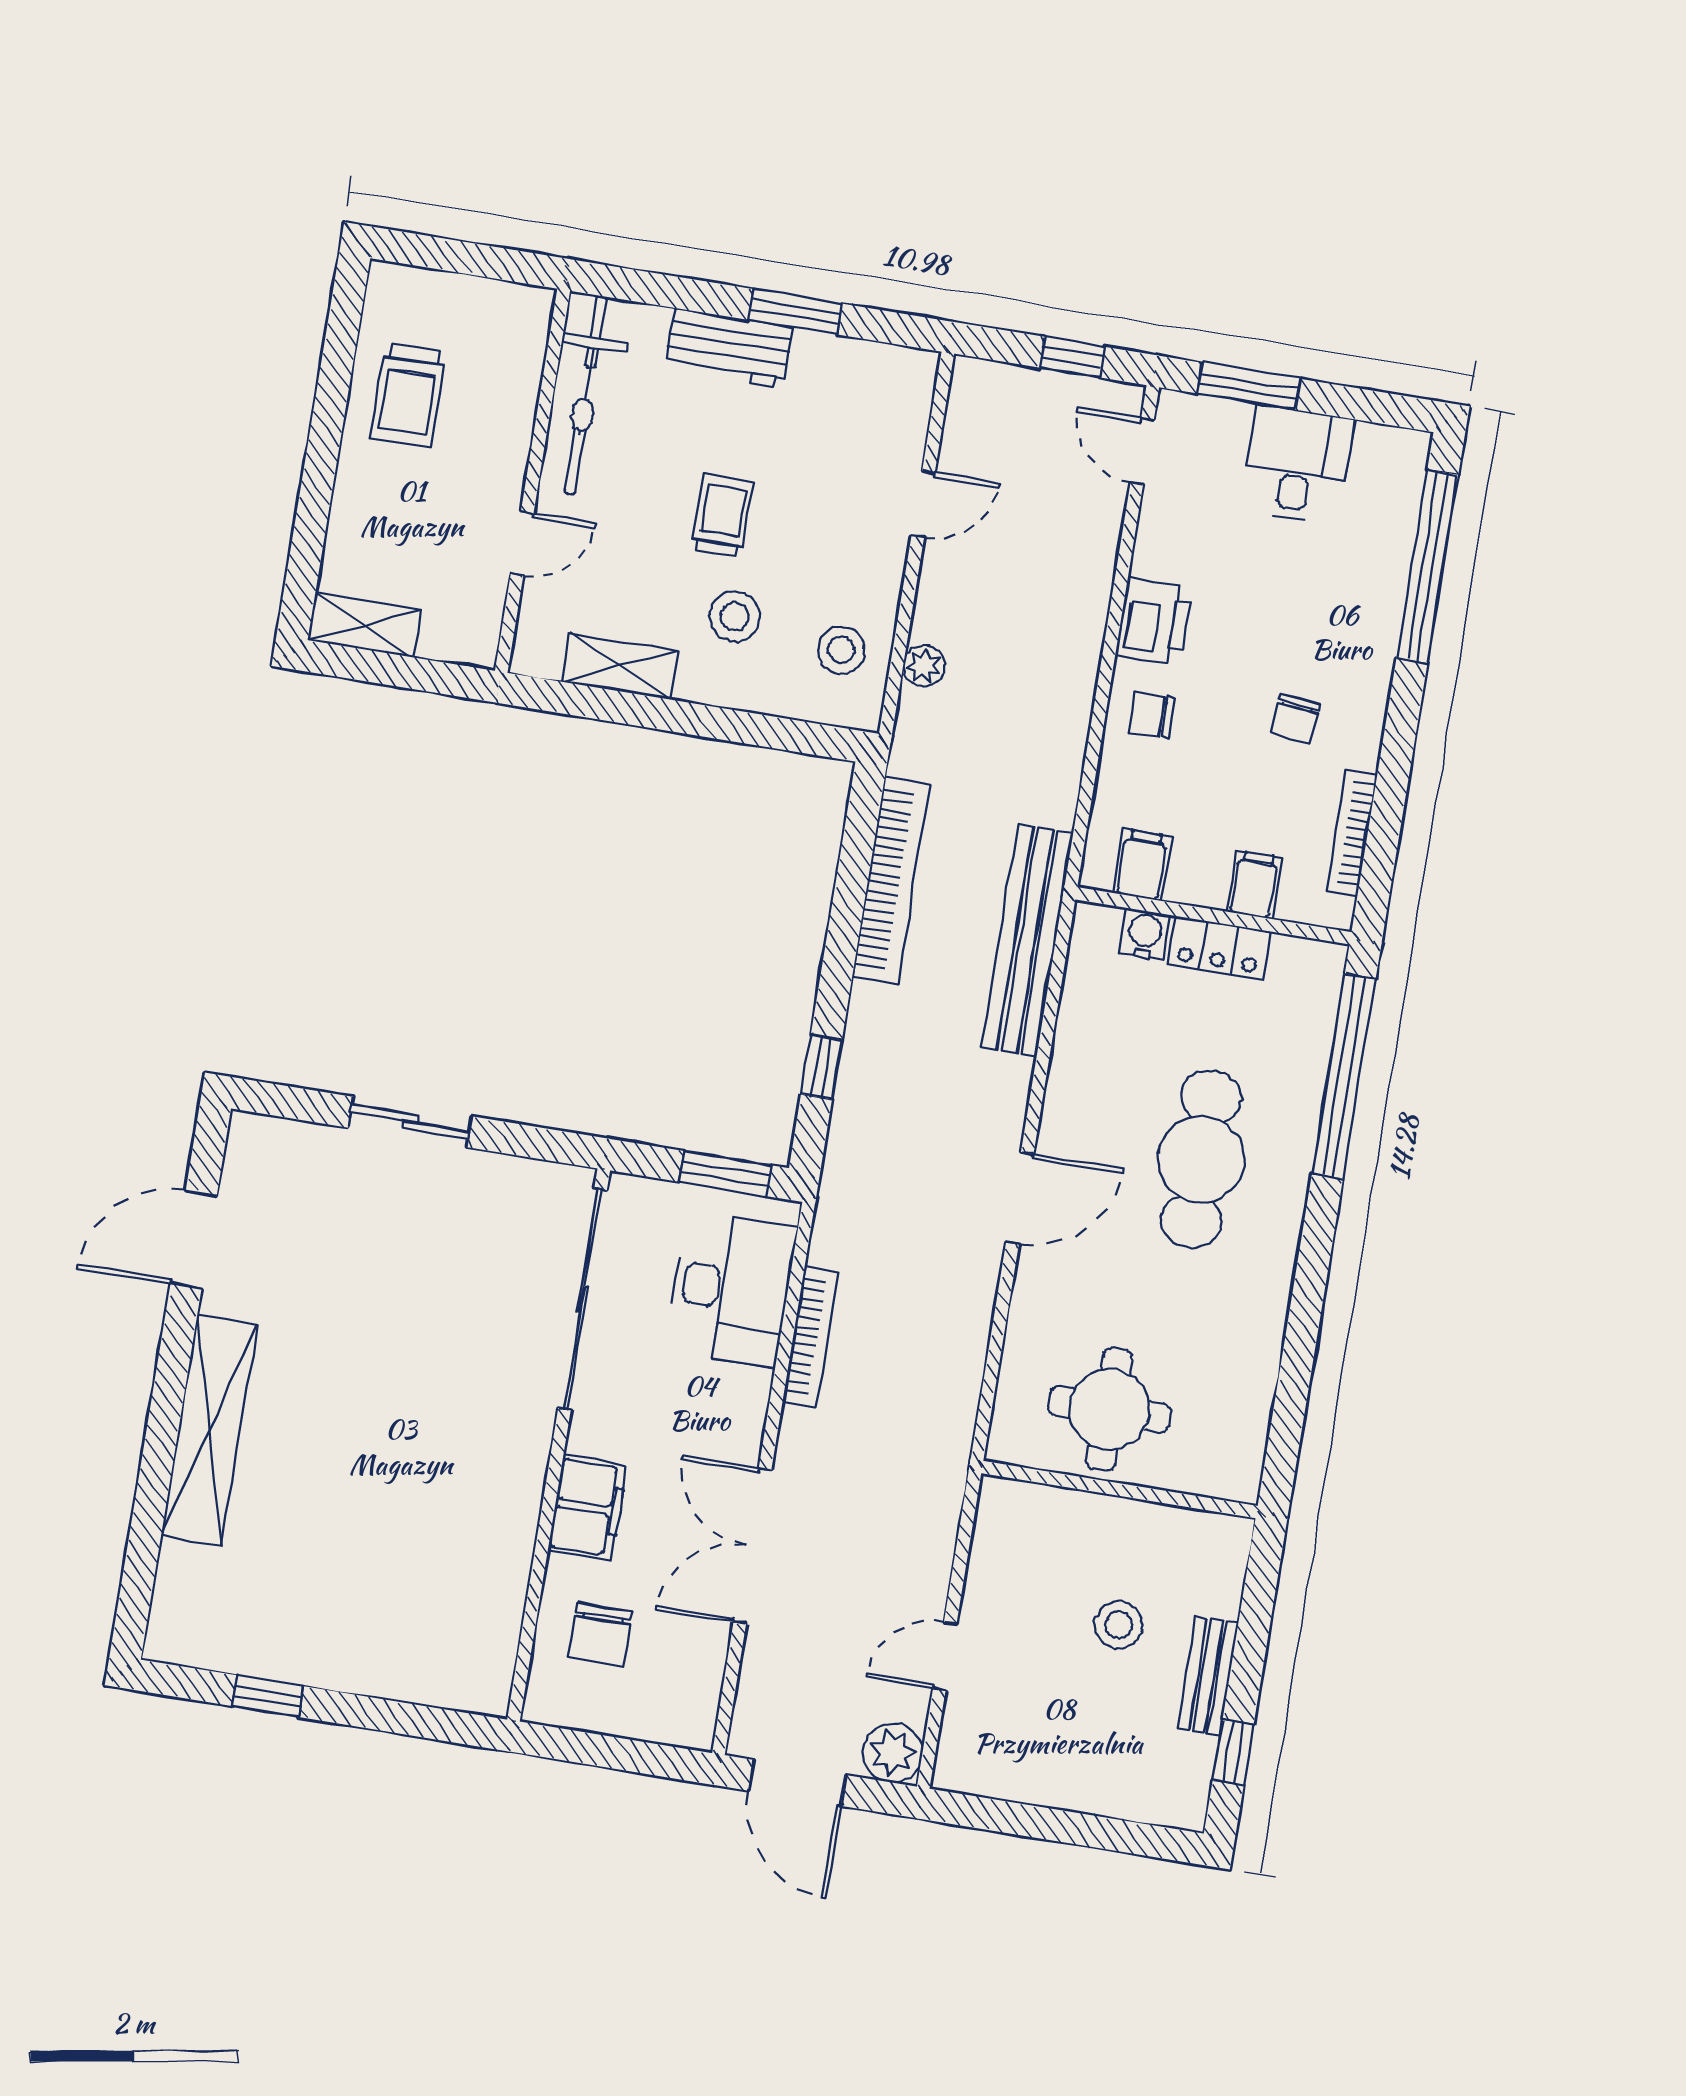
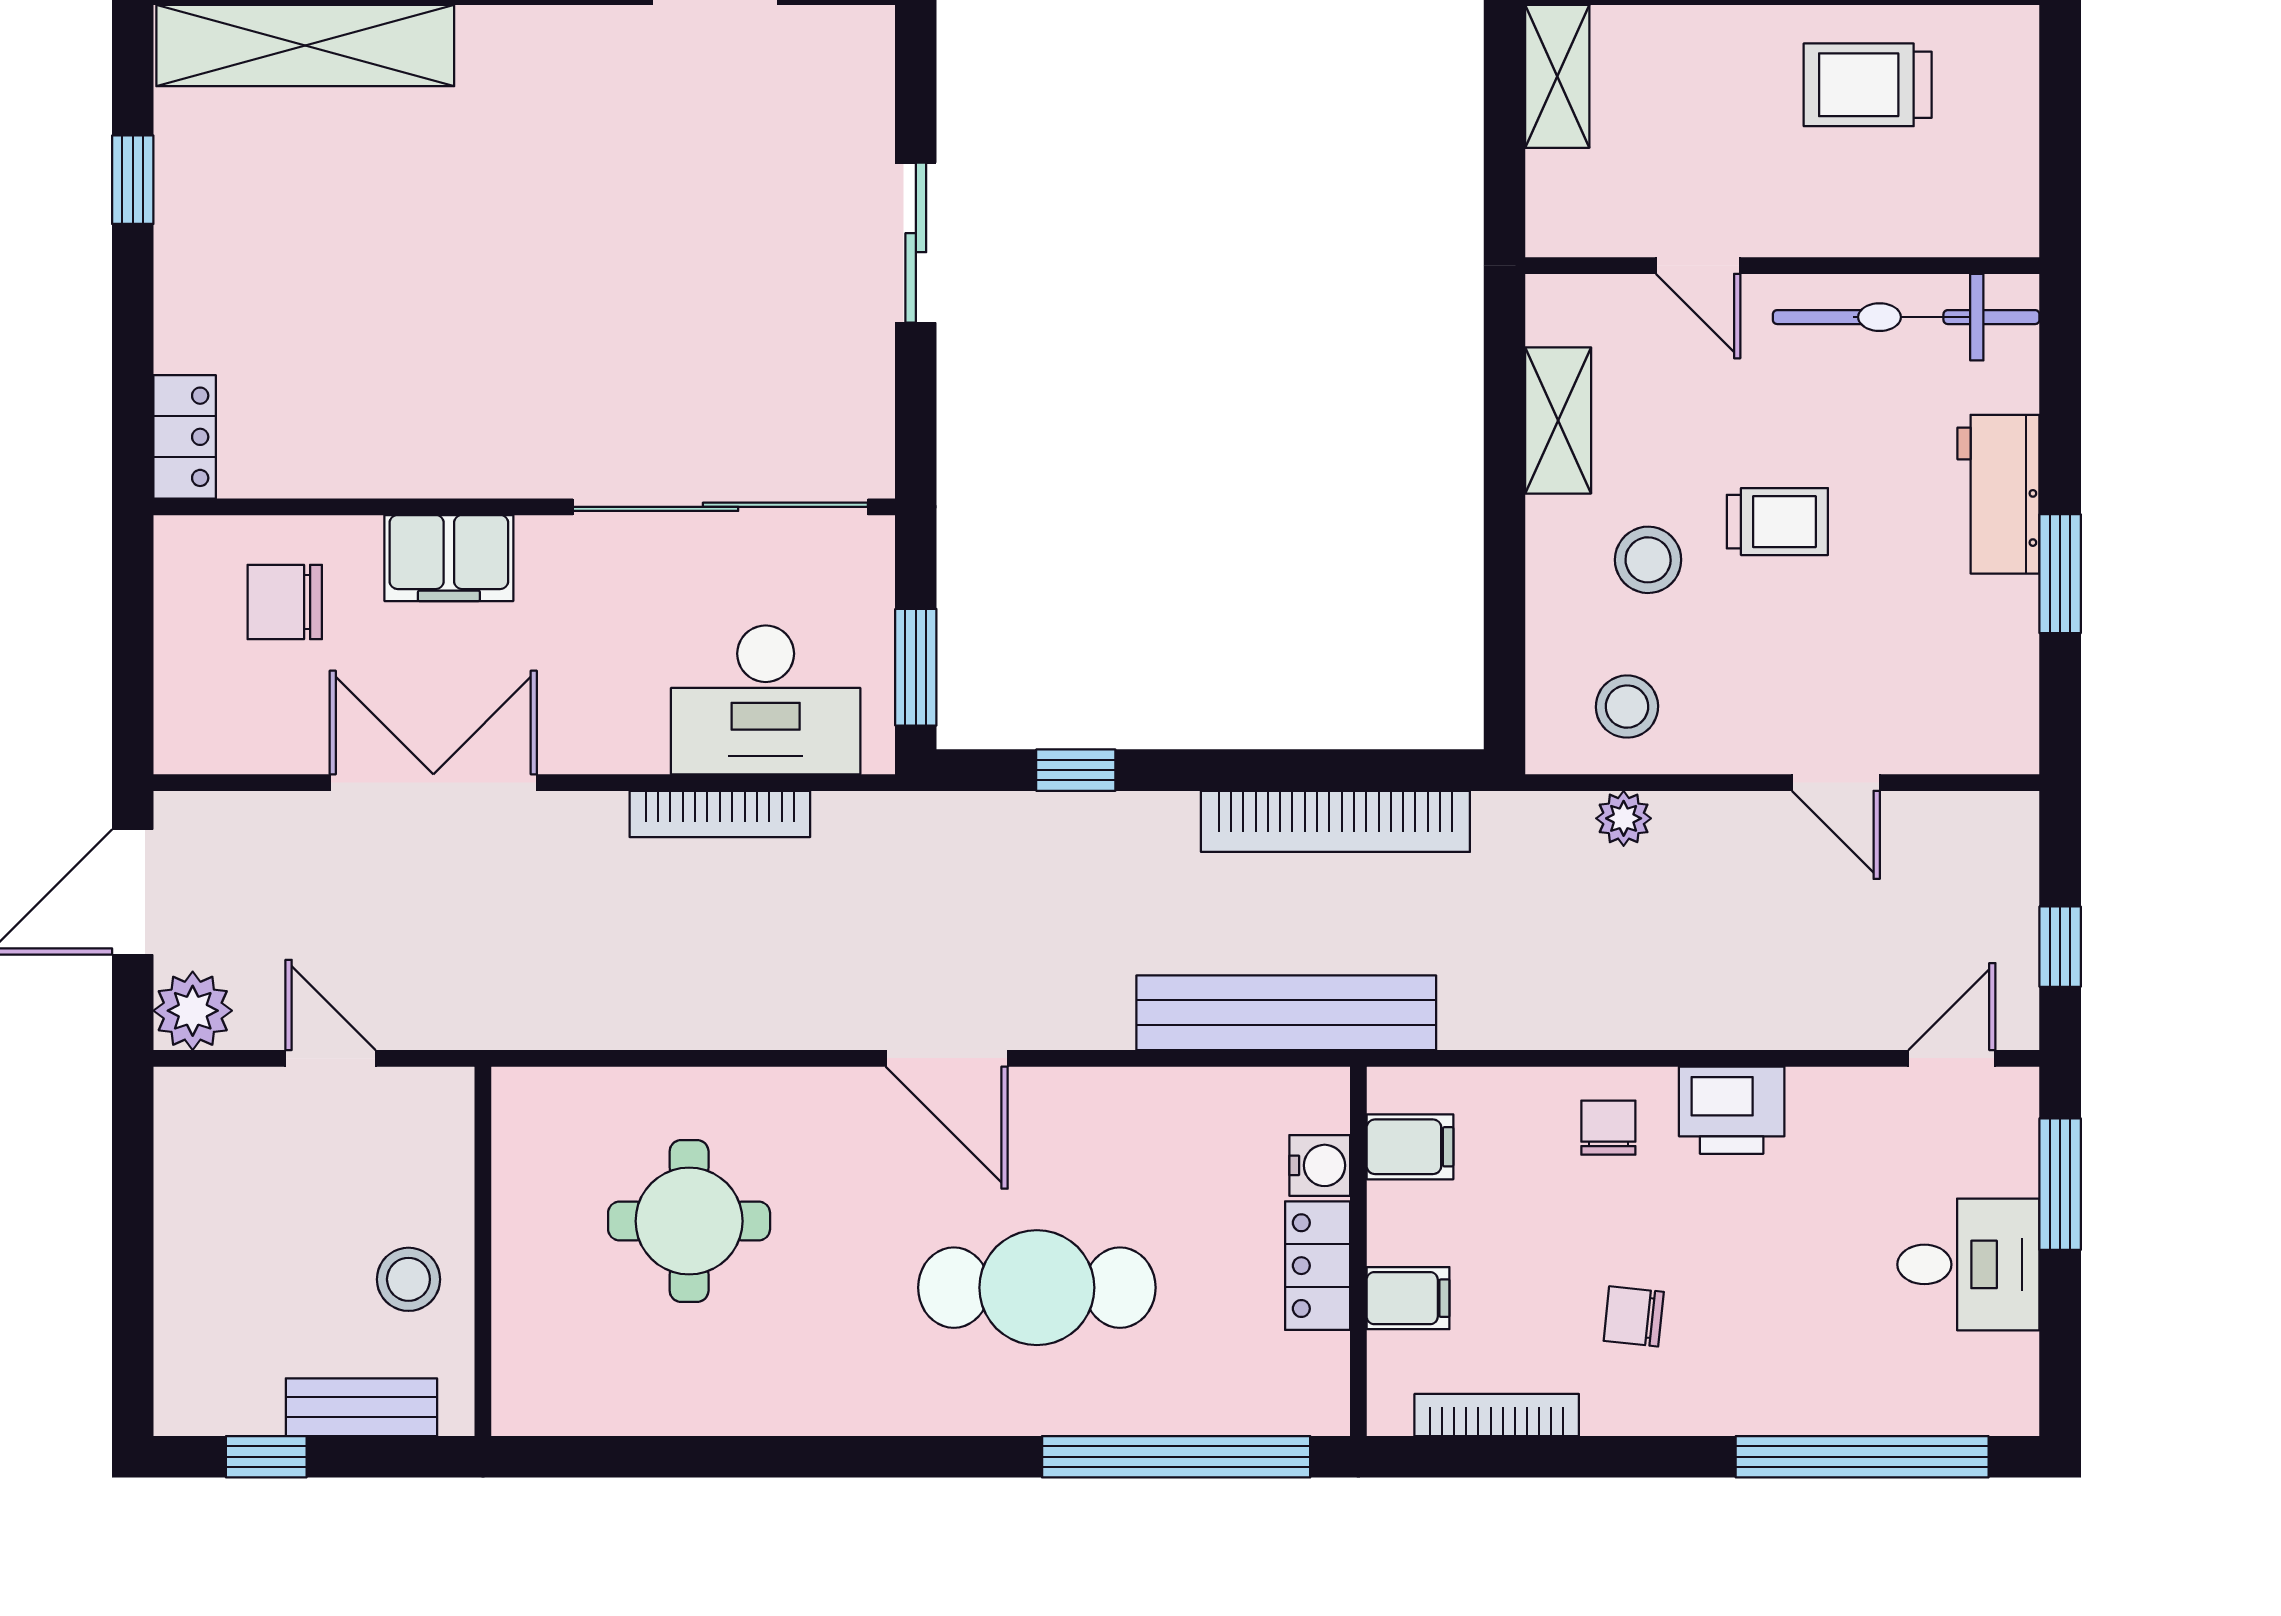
shelving: (209, 1430) -> (305, 46), moved
wall: (1119, 1490) -> (483, 1251), moved
locker: (465, 1689) -> (185, 437), added

